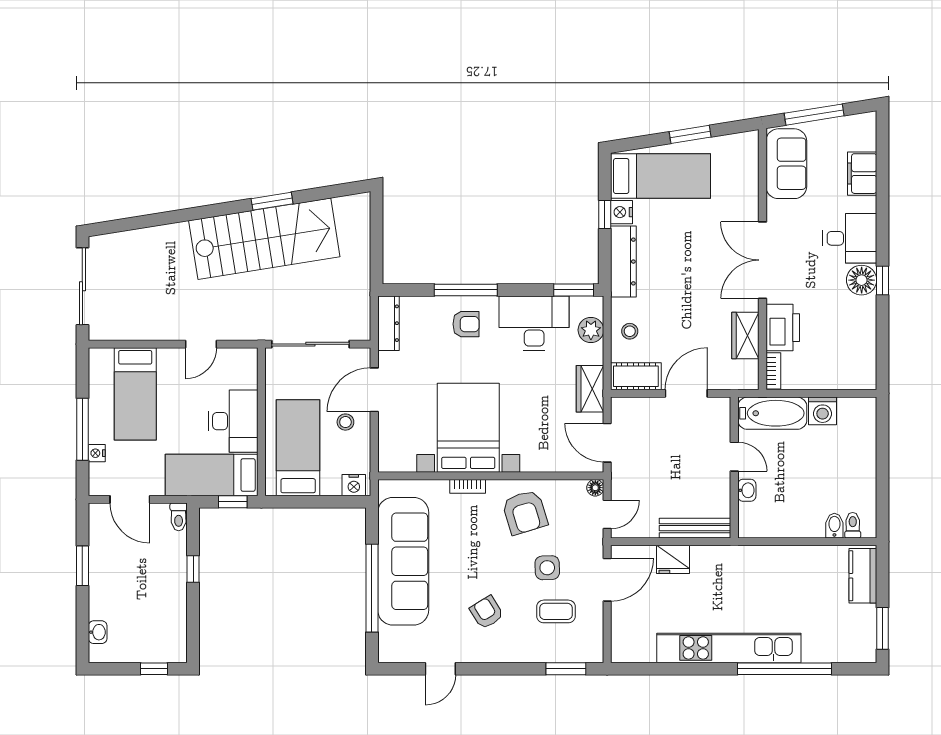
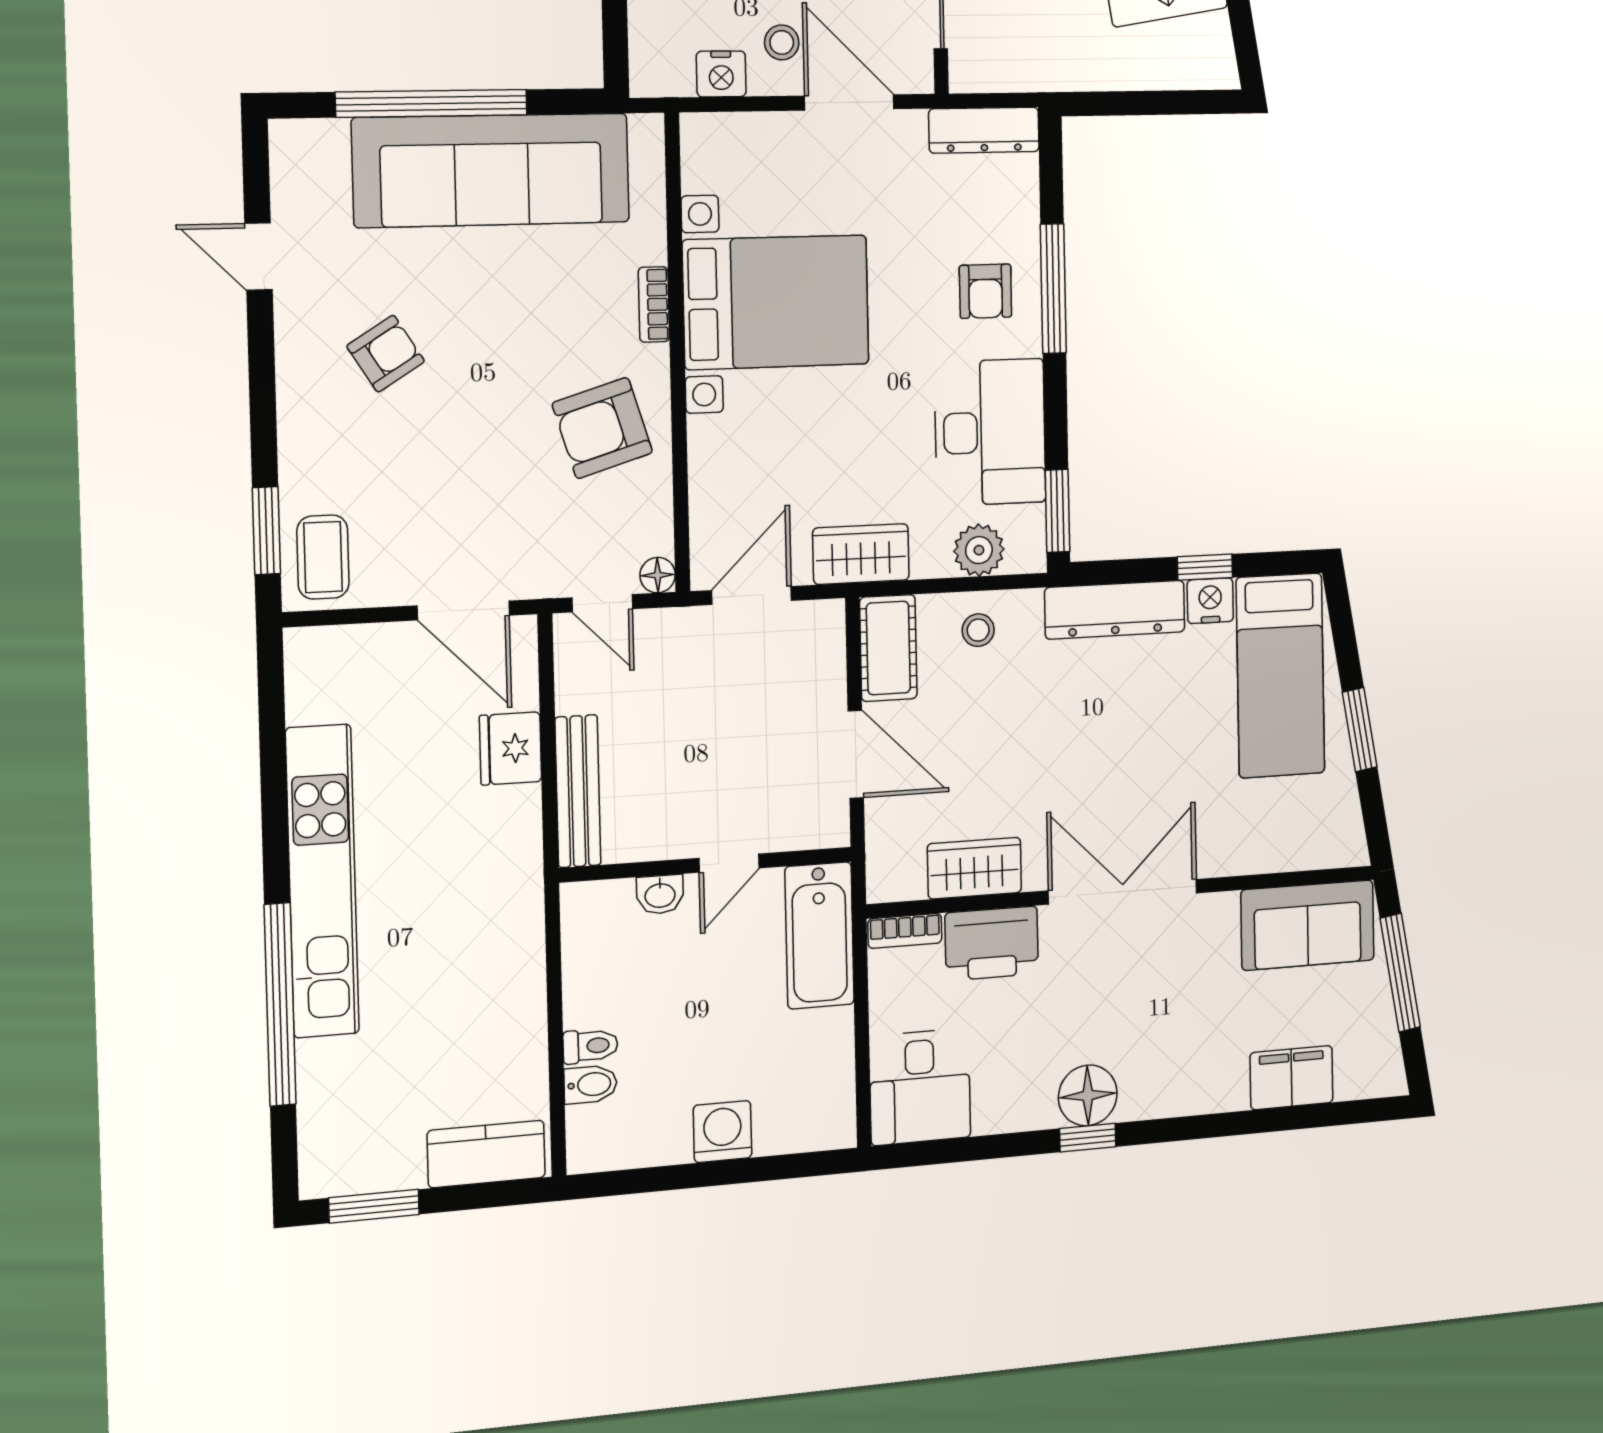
desk: (850, 238) -> (920, 1087), moved
washing machine: (823, 411) -> (723, 1132), moved, turned 90
nightstand: (354, 485) -> (721, 74), moved, turned -90
toilet: (853, 525) -> (590, 1046), moved
side table: (547, 568) -> (486, 481), removed
coffee table: (556, 611) -> (323, 557), moved

